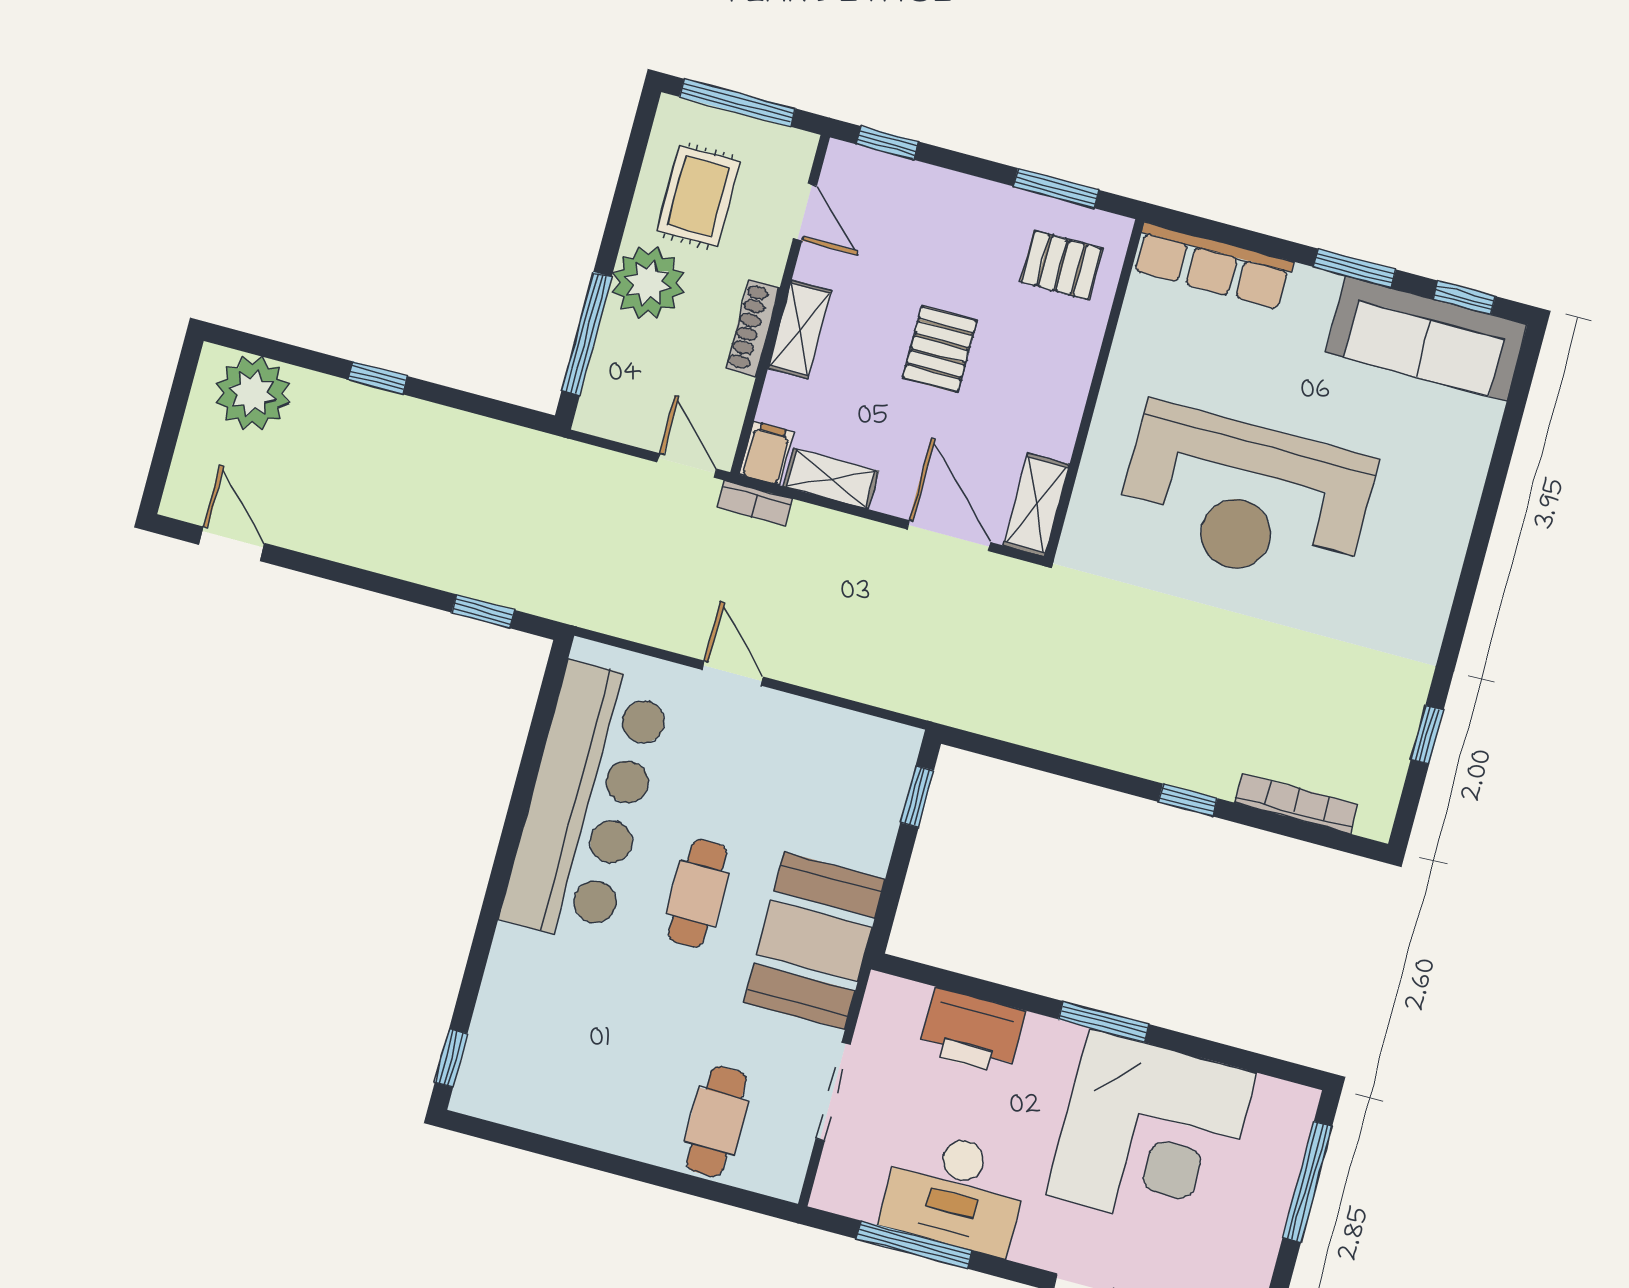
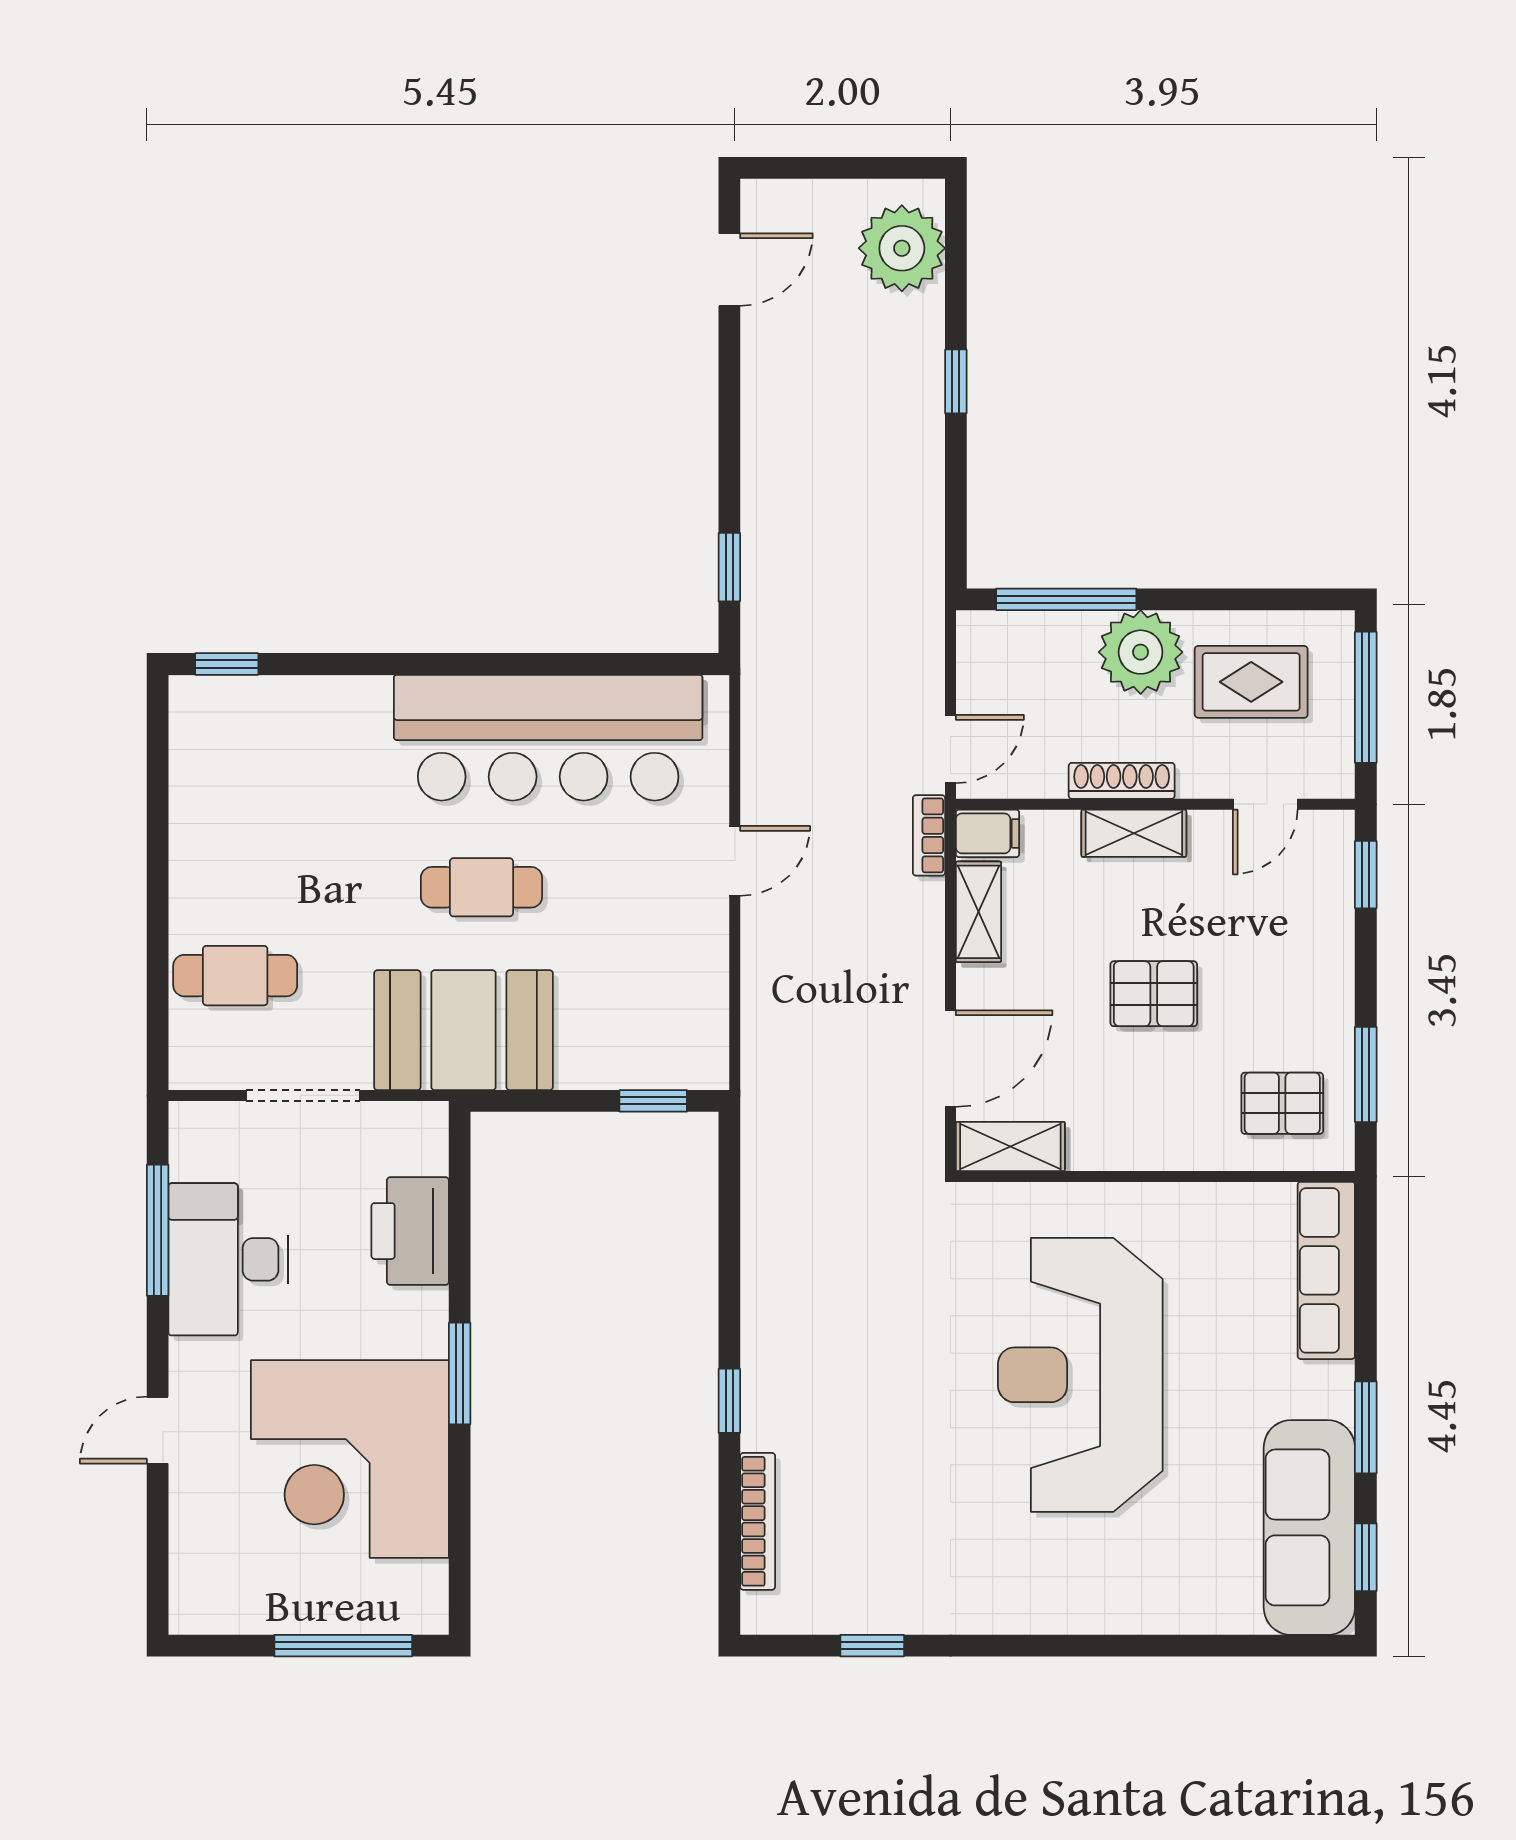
pallet: (1062, 265) -> (1282, 1103), turned 90

